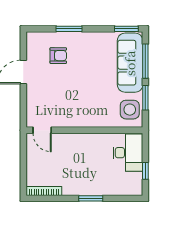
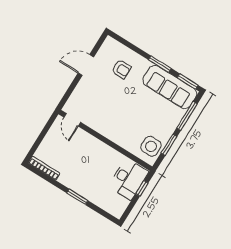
window: (69, 29) -> (160, 64), moved
sofa: (130, 63) -> (170, 87), moved, turned -90
window: (145, 171) -> (142, 188), moved

